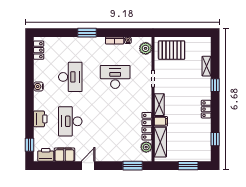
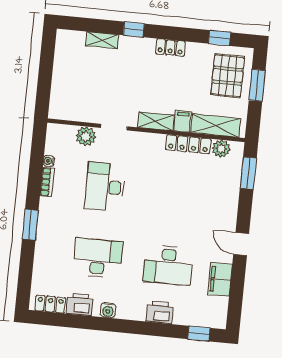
plant: (146, 48) -> (86, 136), moved
pallet: (172, 50) -> (228, 76), moved
printer: (46, 155) -> (80, 304), moved, turned 90

